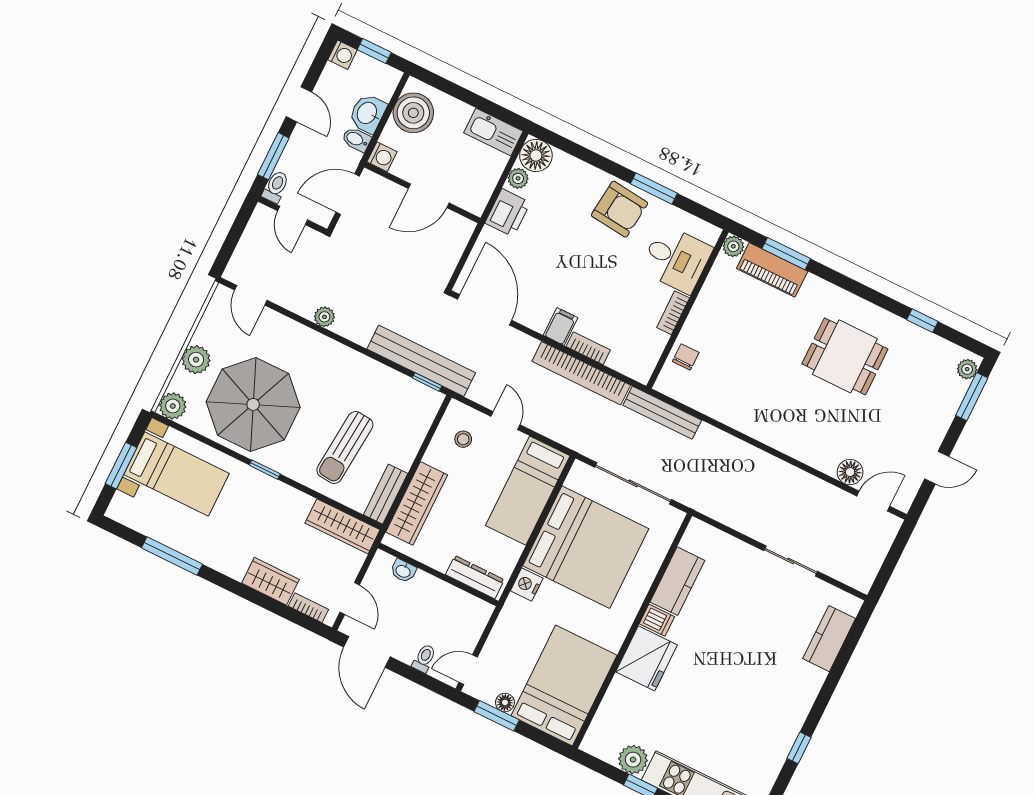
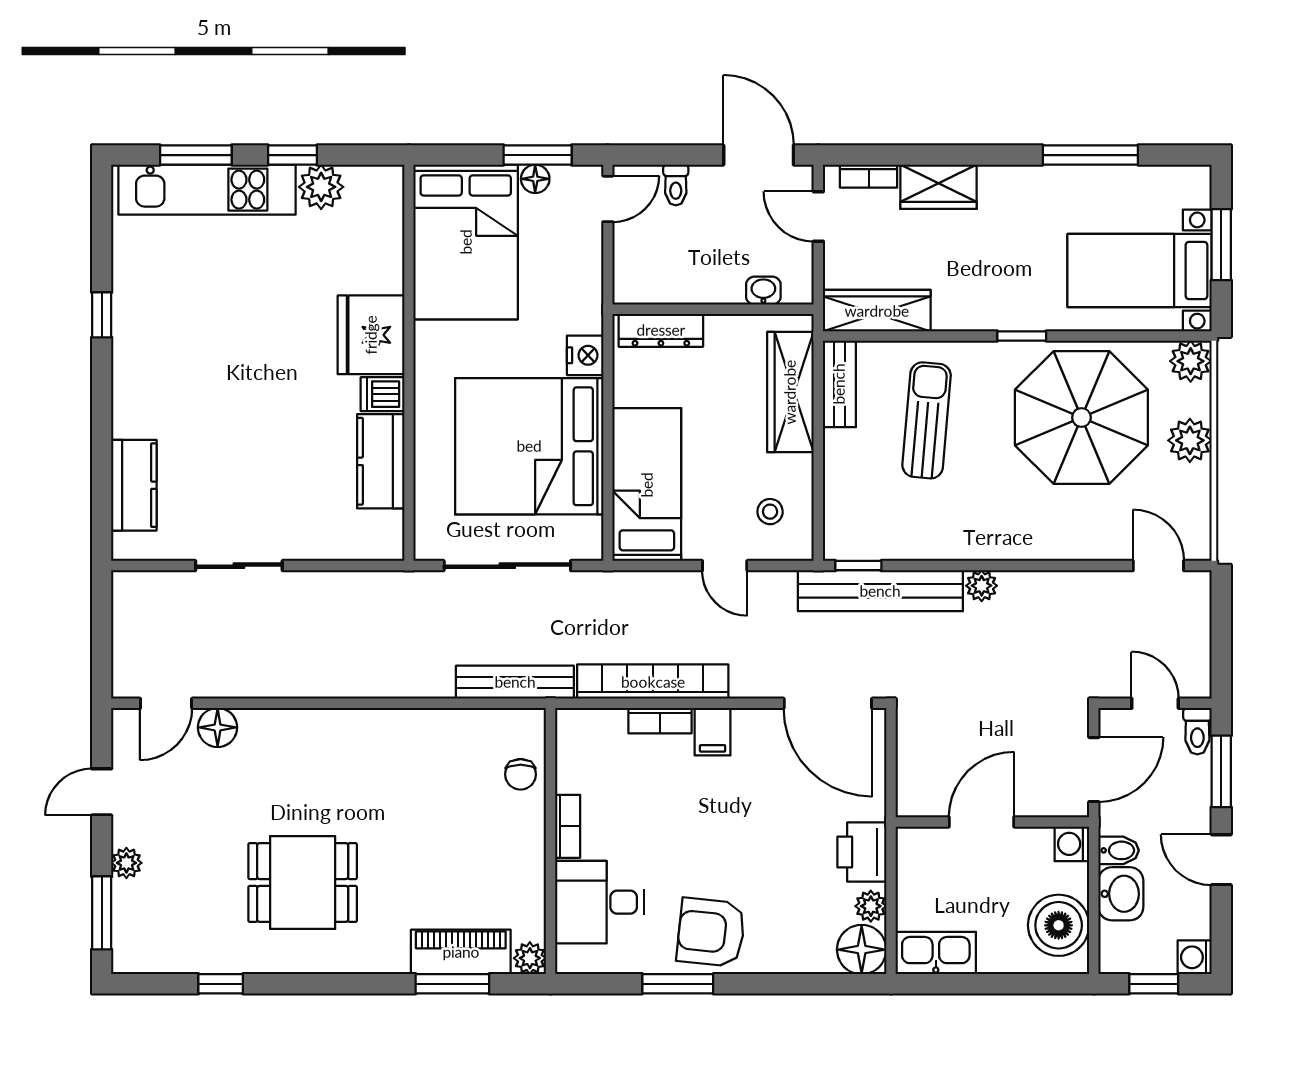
plant: (324, 317) -> (982, 586), moved
plant: (967, 369) -> (126, 863), moved

